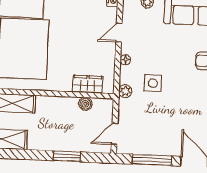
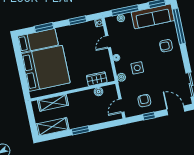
armchair: (151, 135) -> (144, 101), added
window: (67, 156) -> (80, 130), moved
window: (152, 160) -> (149, 116), width x0.46

